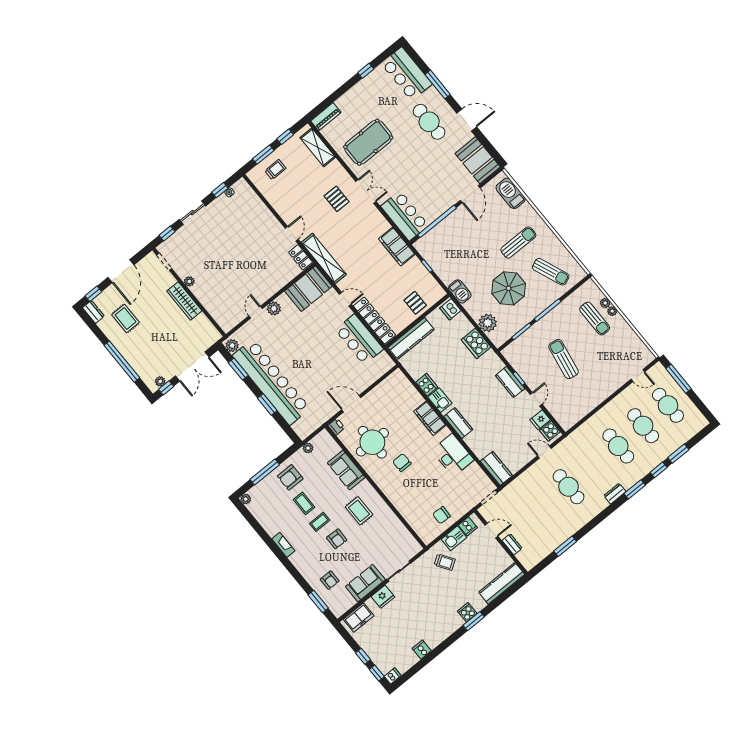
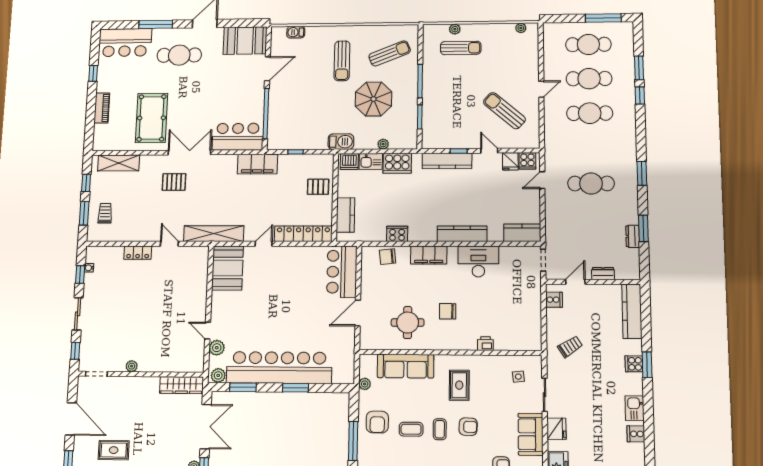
piano: (326, 117) -> (102, 108), moved
double door: (366, 191) -> (189, 153), width x1.37
barbecue: (511, 193) -> (296, 32), width x0.53, depth x0.65
door: (470, 194) -> (267, 69), hinge flipped
sun lounger: (518, 243) -> (342, 61), turned 180
locker: (301, 257) -> (138, 253), moved
wardrobe: (184, 301) -> (182, 385), moved
plant: (274, 308) -> (217, 348), moved
plant: (612, 311) -> (521, 28), moved
plant: (488, 323) -> (383, 144), width x0.53, depth x0.53
kitchen counter: (411, 338) -> (346, 215), width x0.67
bar counter: (359, 339) -> (342, 272), moved, turned 90
sun lounger: (563, 359) -> (504, 111), moved, turned 31
door: (638, 376) -> (541, 89), moved
window: (678, 379) -> (603, 18), moved
kitchen counter: (510, 382) -> (447, 161), width x1.50
kitchen sink: (440, 400) -> (371, 161), moved, turned 180
kitchen counter: (458, 423) -> (462, 234), width x1.50
printer: (336, 427) -> (485, 344), moved
round table: (372, 442) -> (408, 323), width x0.73, depth x0.73
sofa: (346, 470) -> (406, 366), width x1.36
window: (635, 489) -> (642, 173), moved
dresser: (615, 494) -> (633, 236), moved
rug: (359, 511) -> (459, 385), turned 90
chair: (441, 515) -> (388, 257), moved, turned 81
kitchen sink: (454, 538) -> (635, 408), moved, turned 180
side table: (397, 545) -> (518, 377), added

